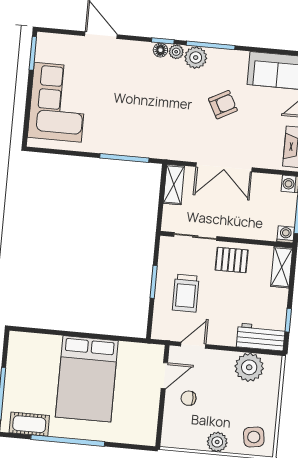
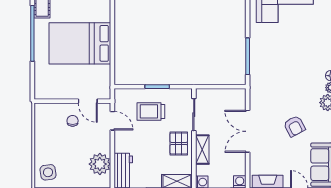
shelving: (174, 185) -> (202, 150), moved, turned 90
plant: (217, 442) -> (42, 145), removed

